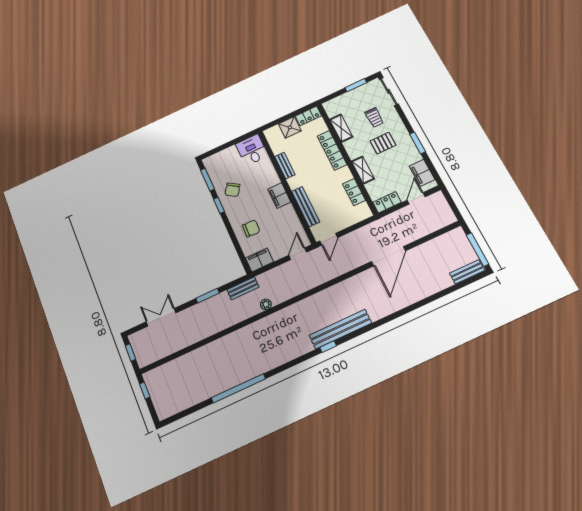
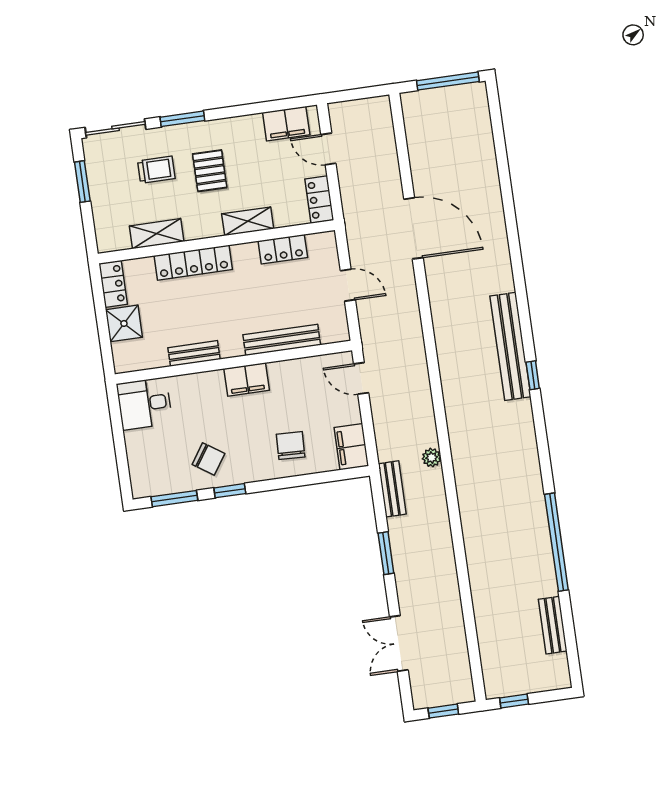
window: (418, 143) -> (182, 119), moved
door: (329, 239) -> (348, 285), moved
bench: (467, 272) -> (553, 625), moved

